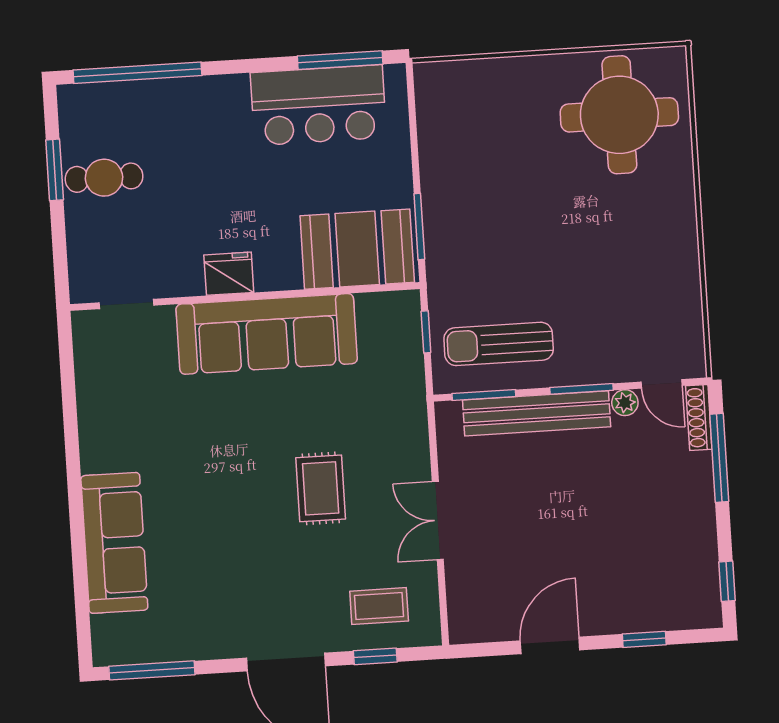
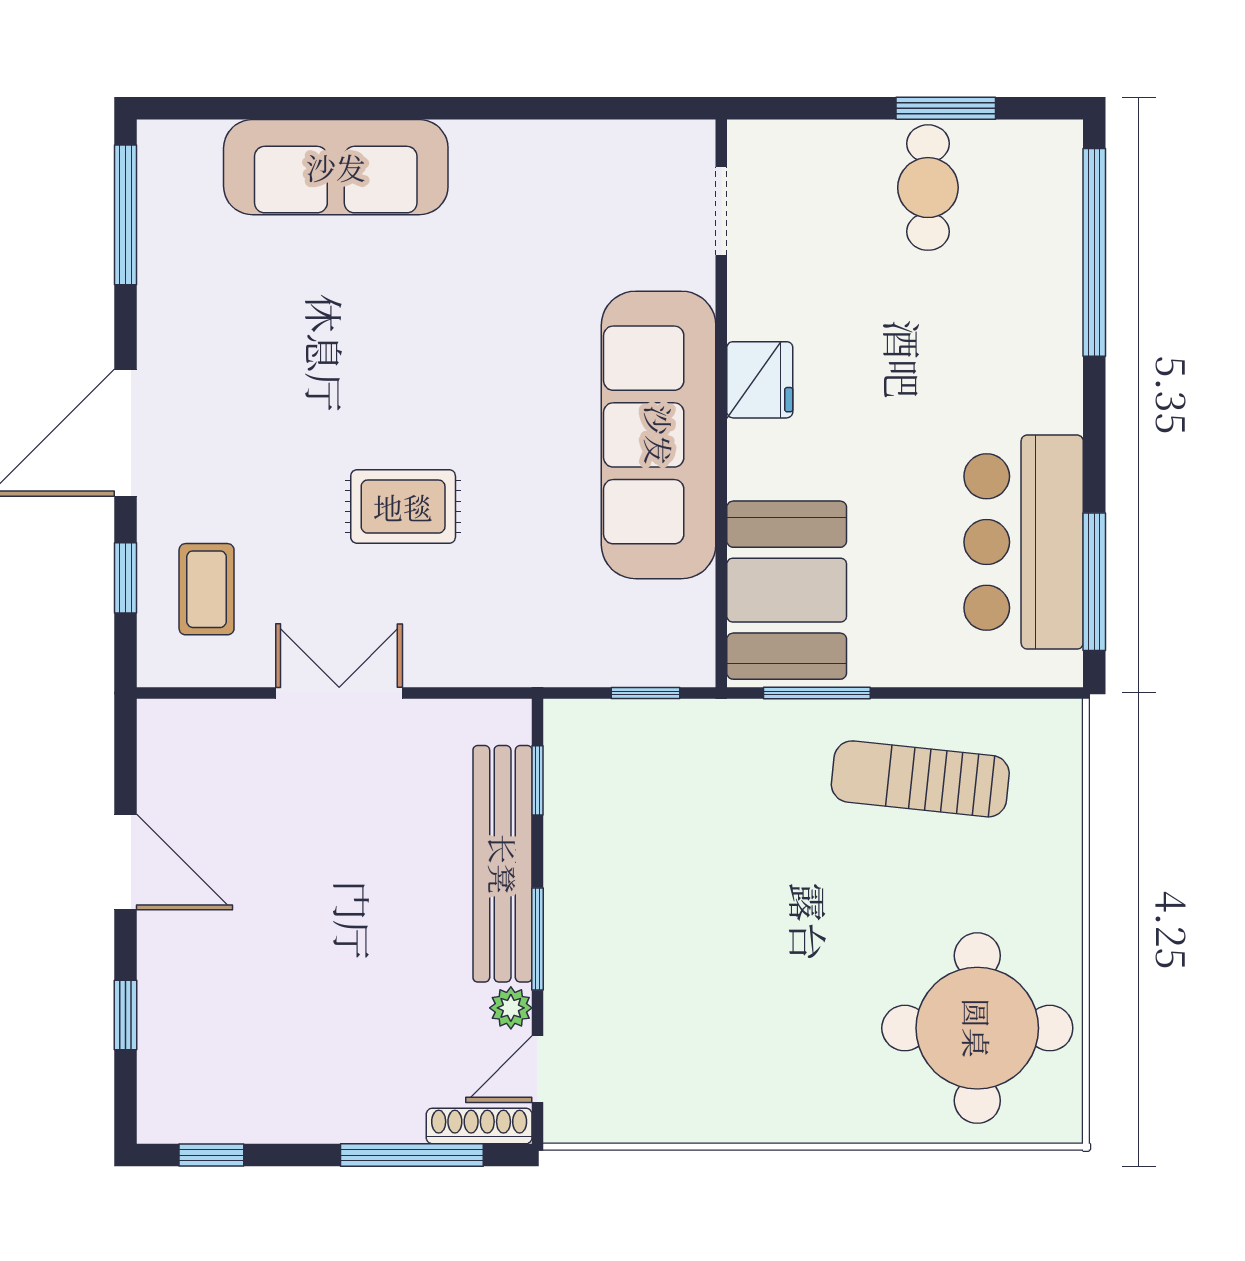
sun lounger: (499, 344) -> (920, 779), moved, turned -84
window: (484, 395) -> (538, 780), width x0.67

